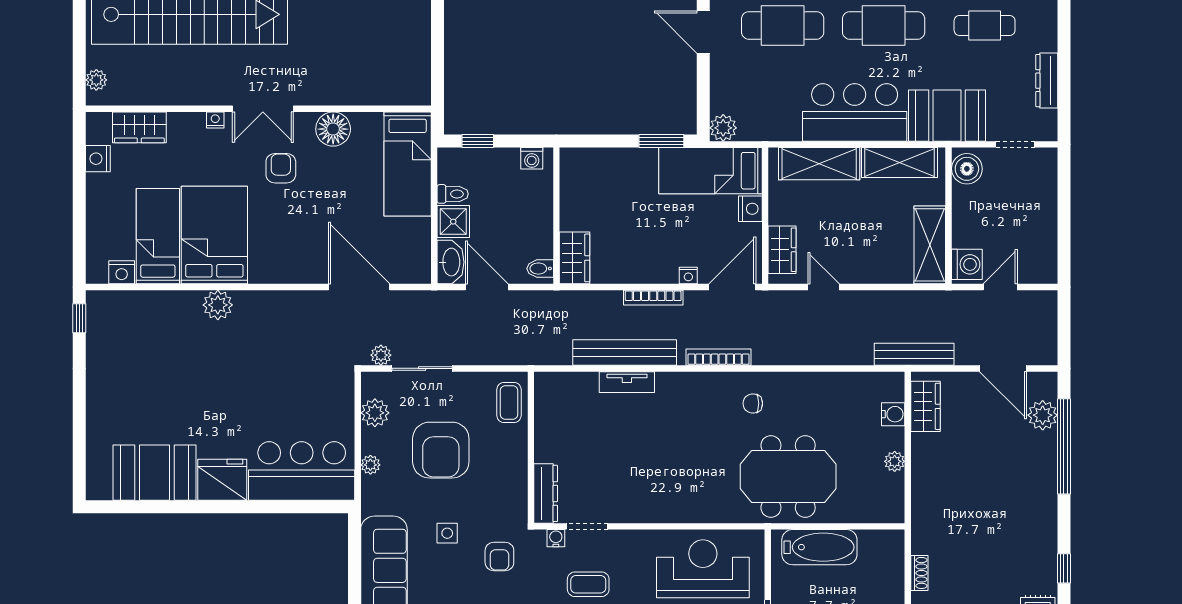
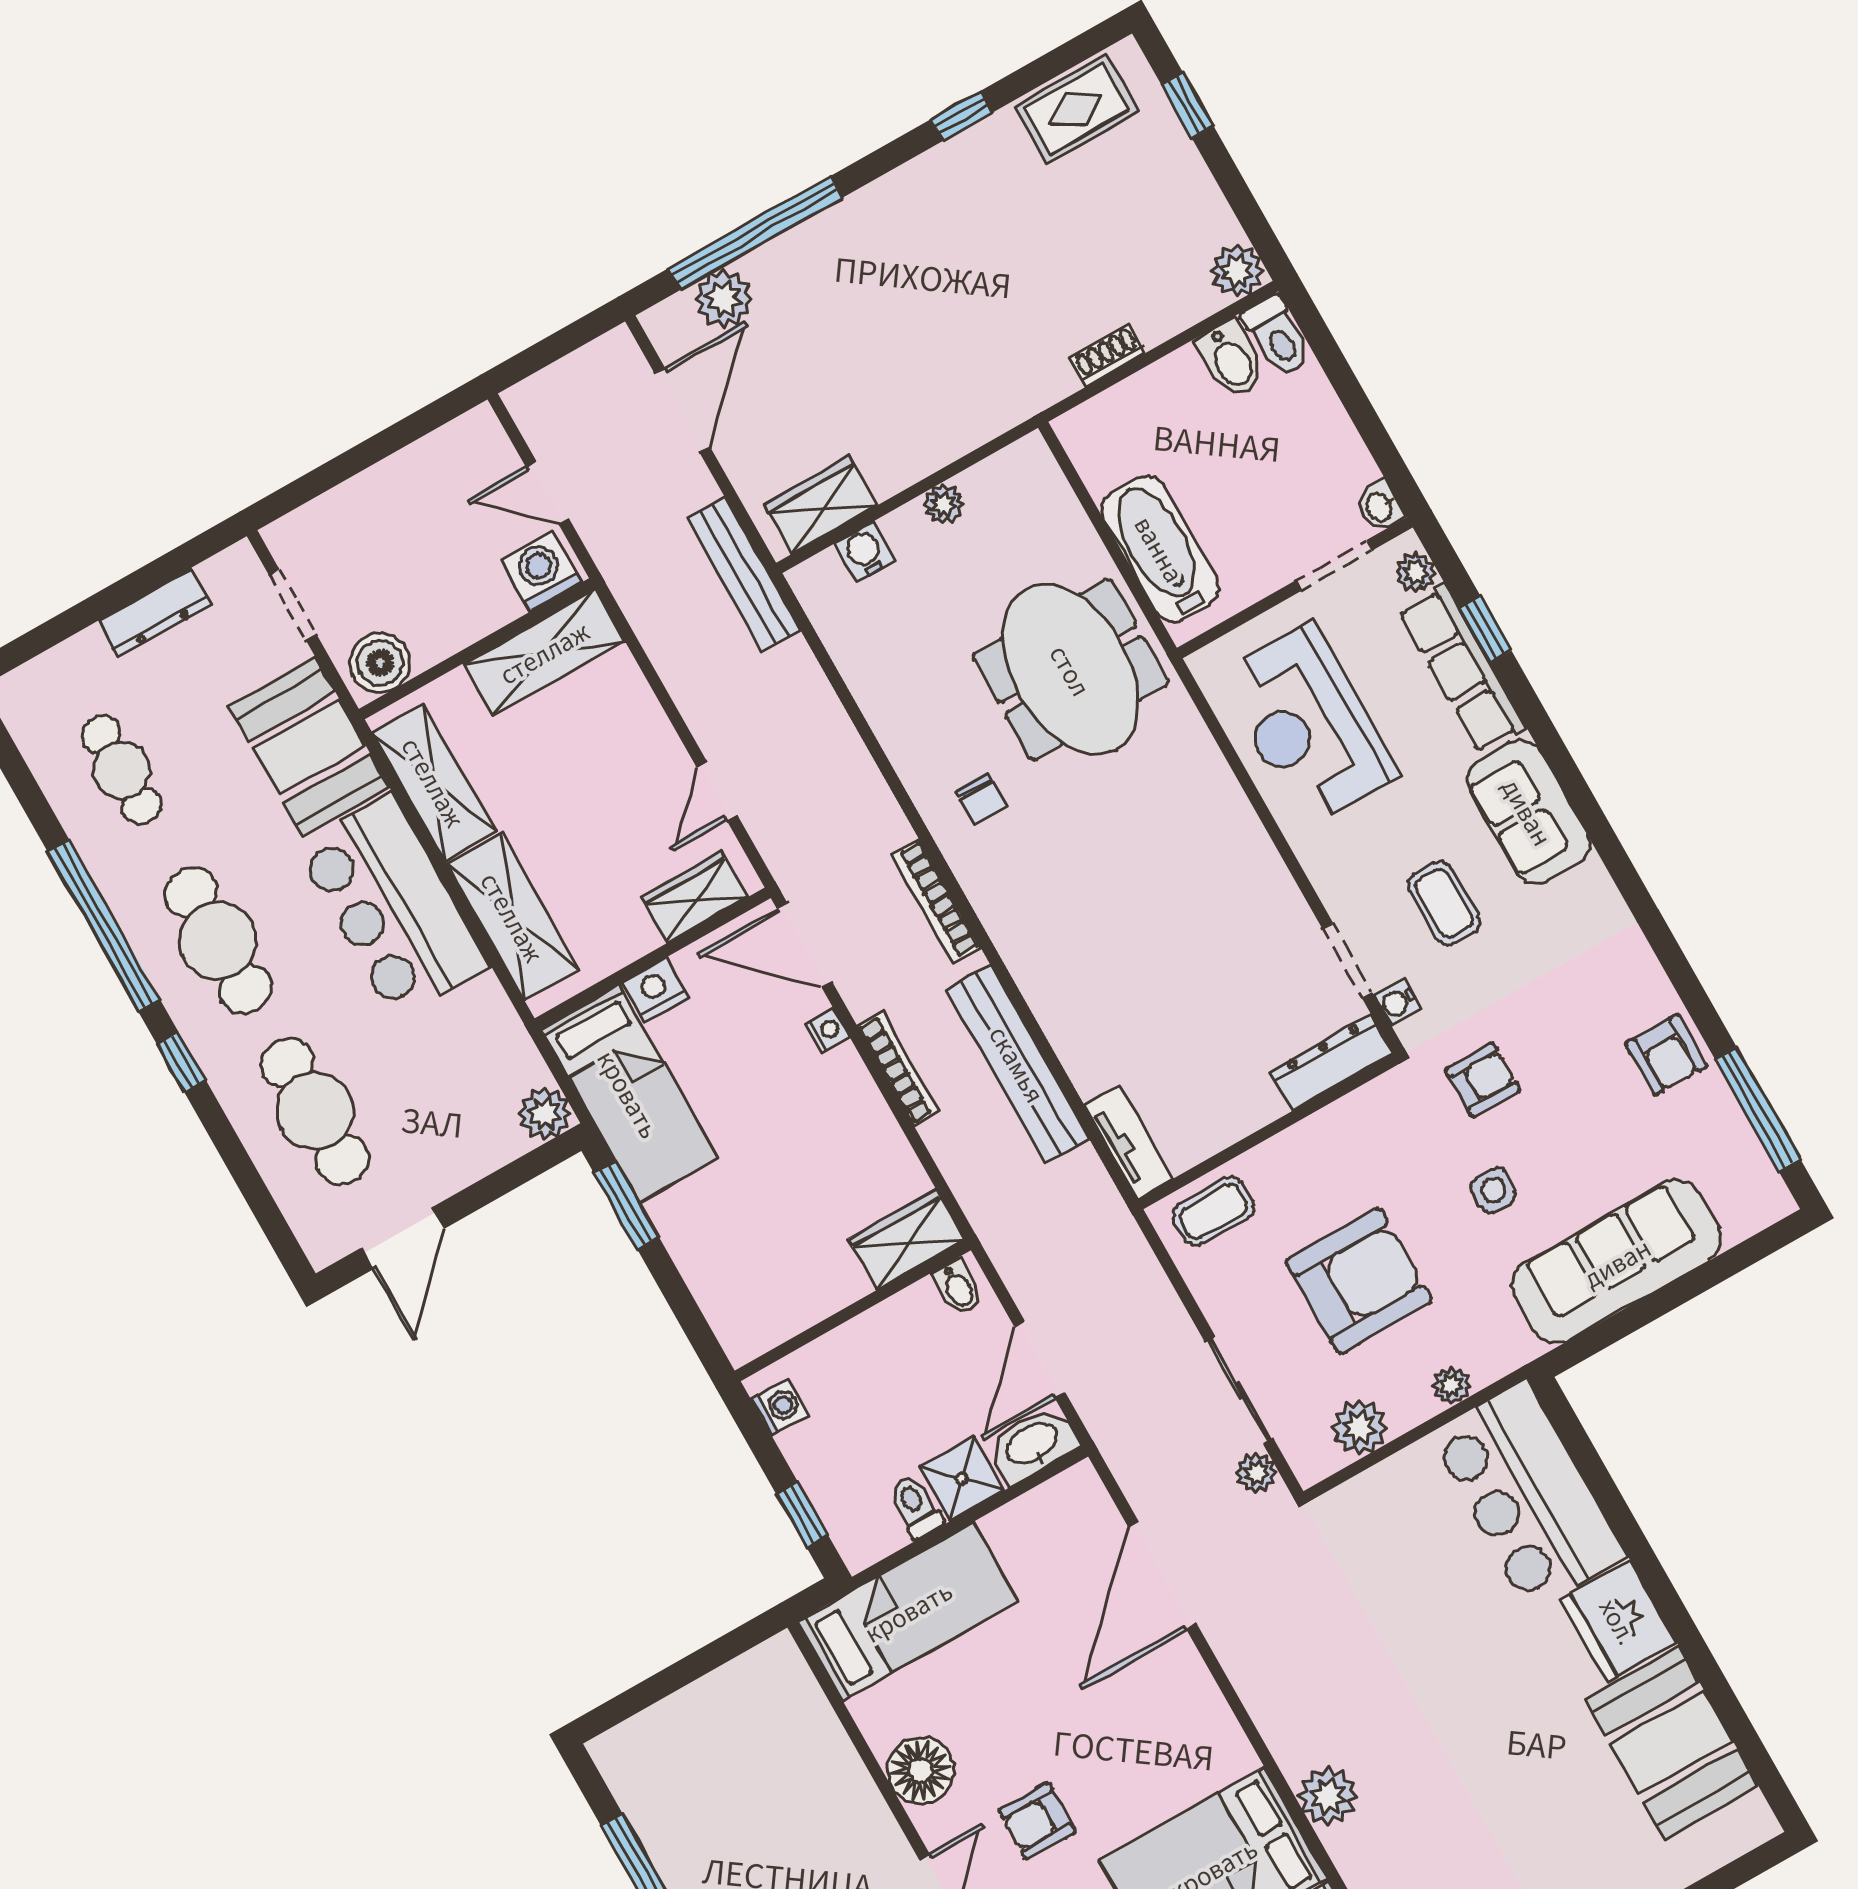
tv unit: (627, 382) -> (1129, 1142), moved

